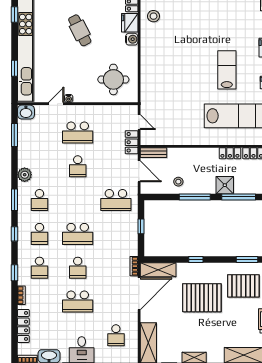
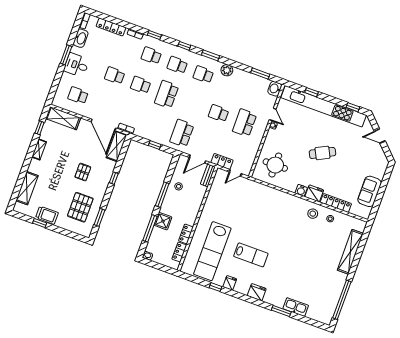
pallet: (202, 298) -> (83, 172), width x0.49, depth x0.50
school desk: (78, 301) -> (115, 75), width x0.54

